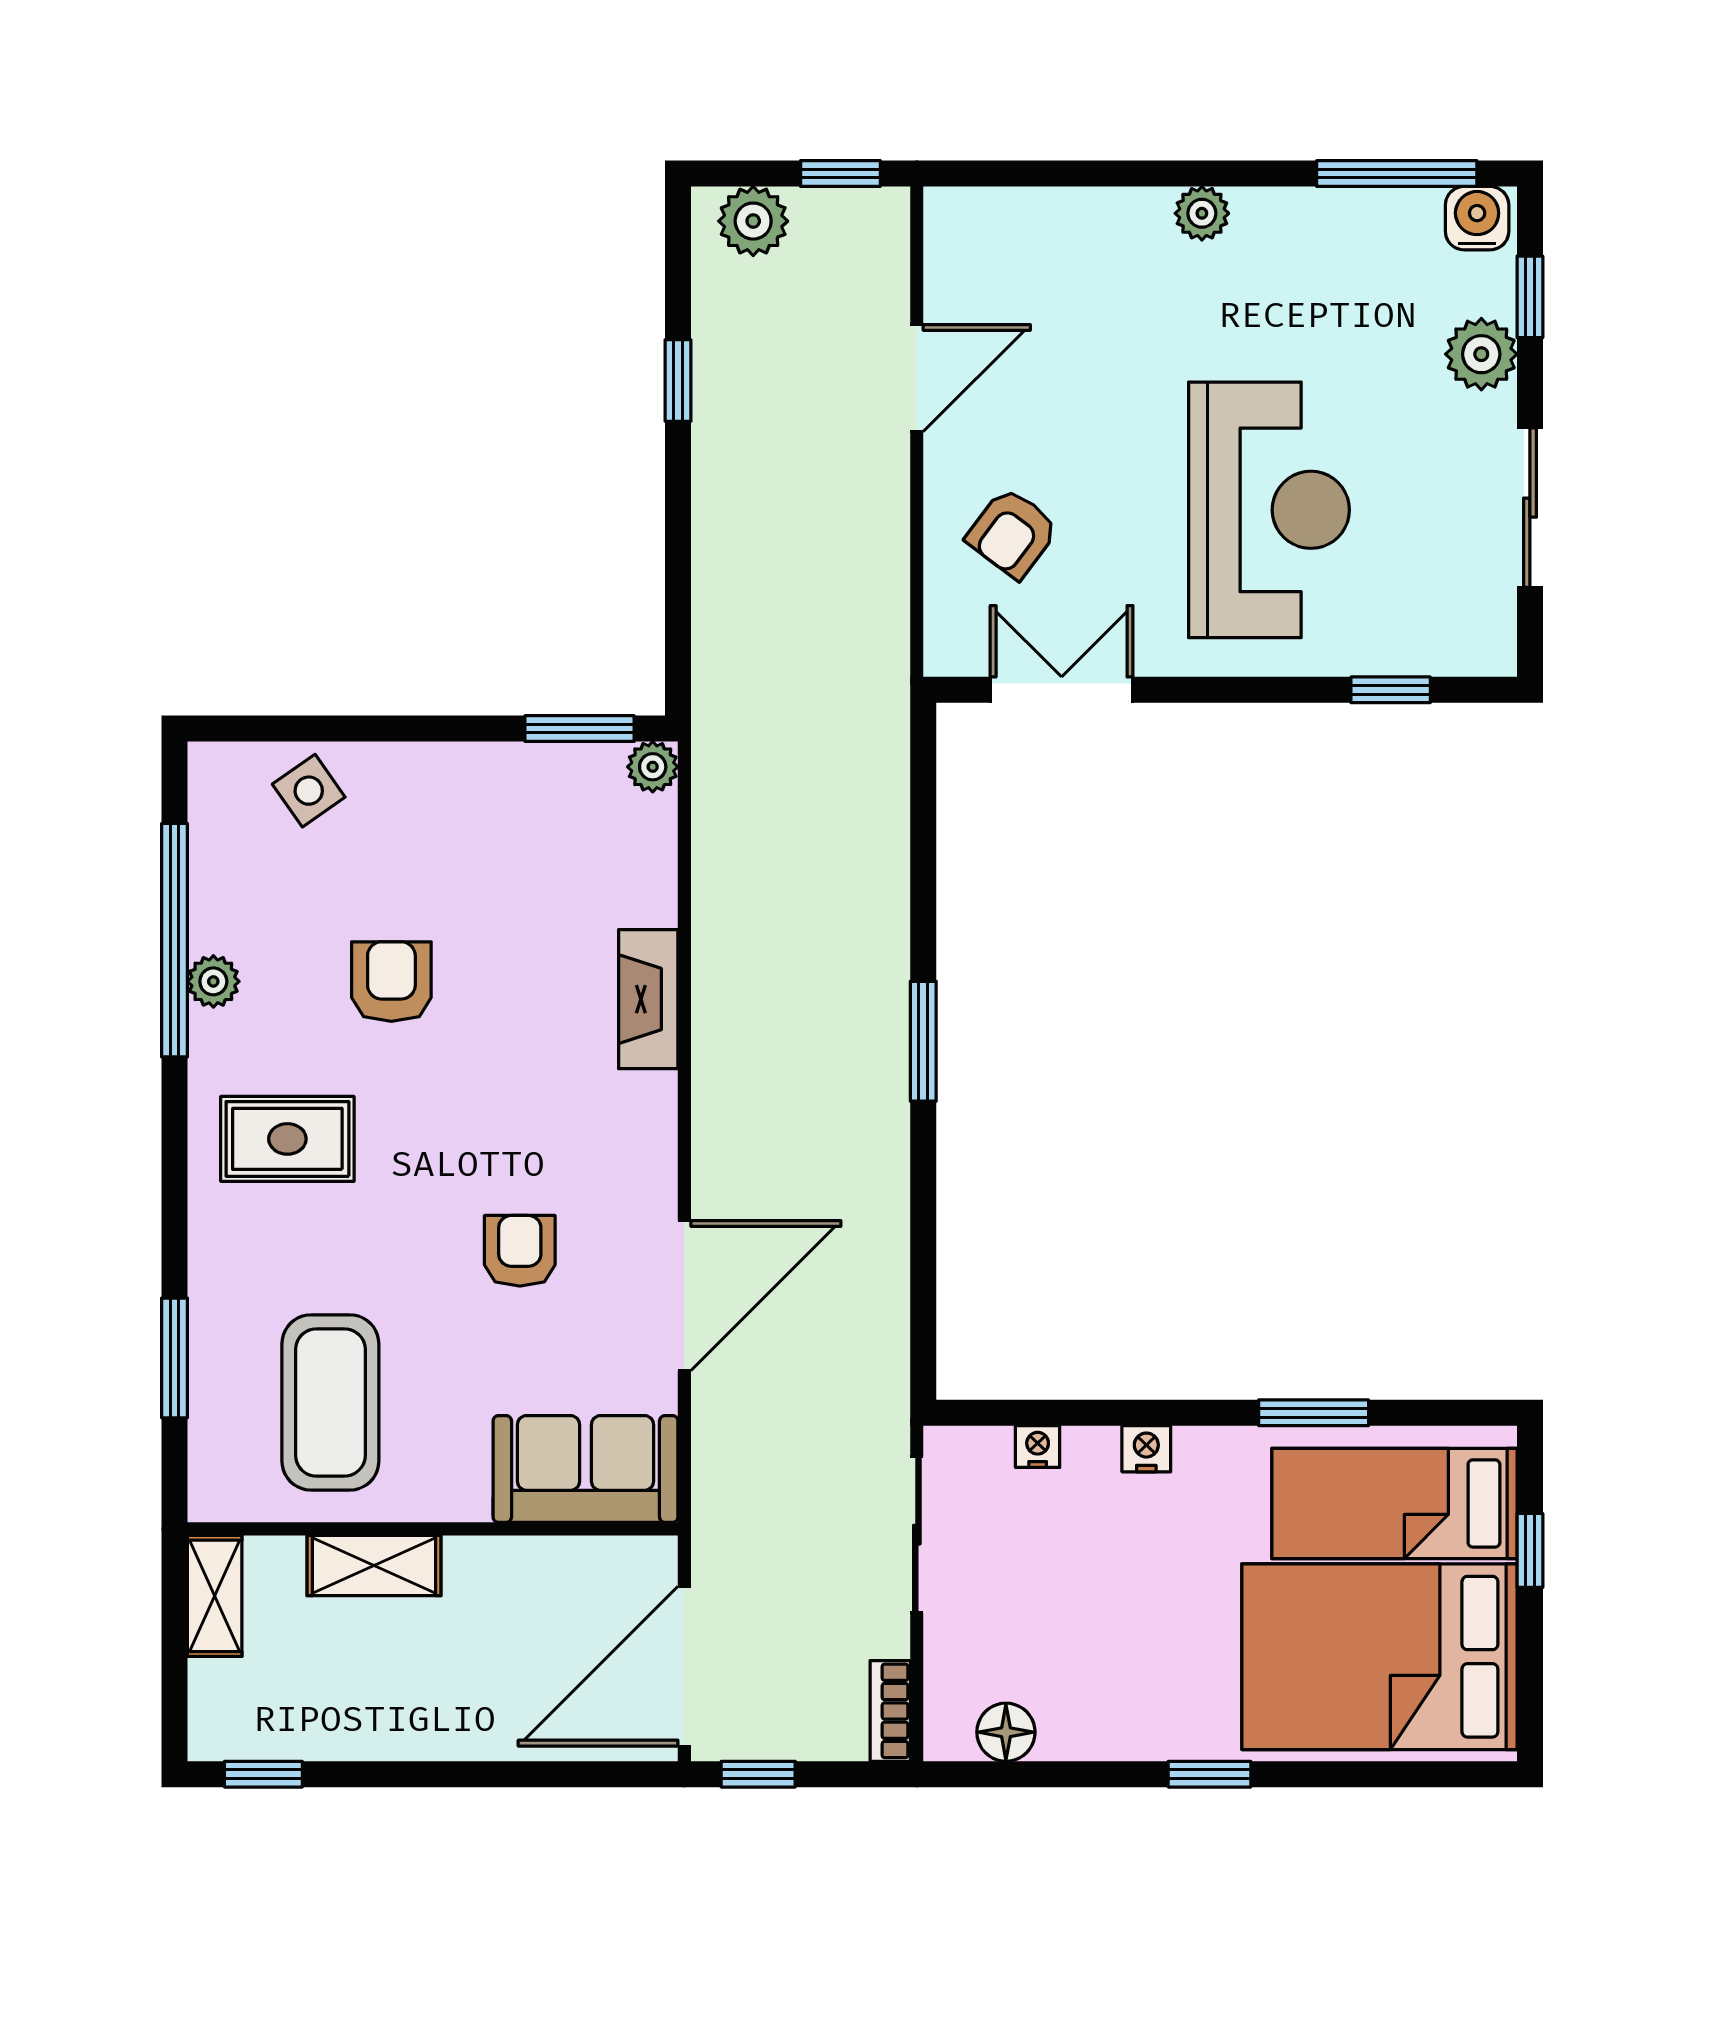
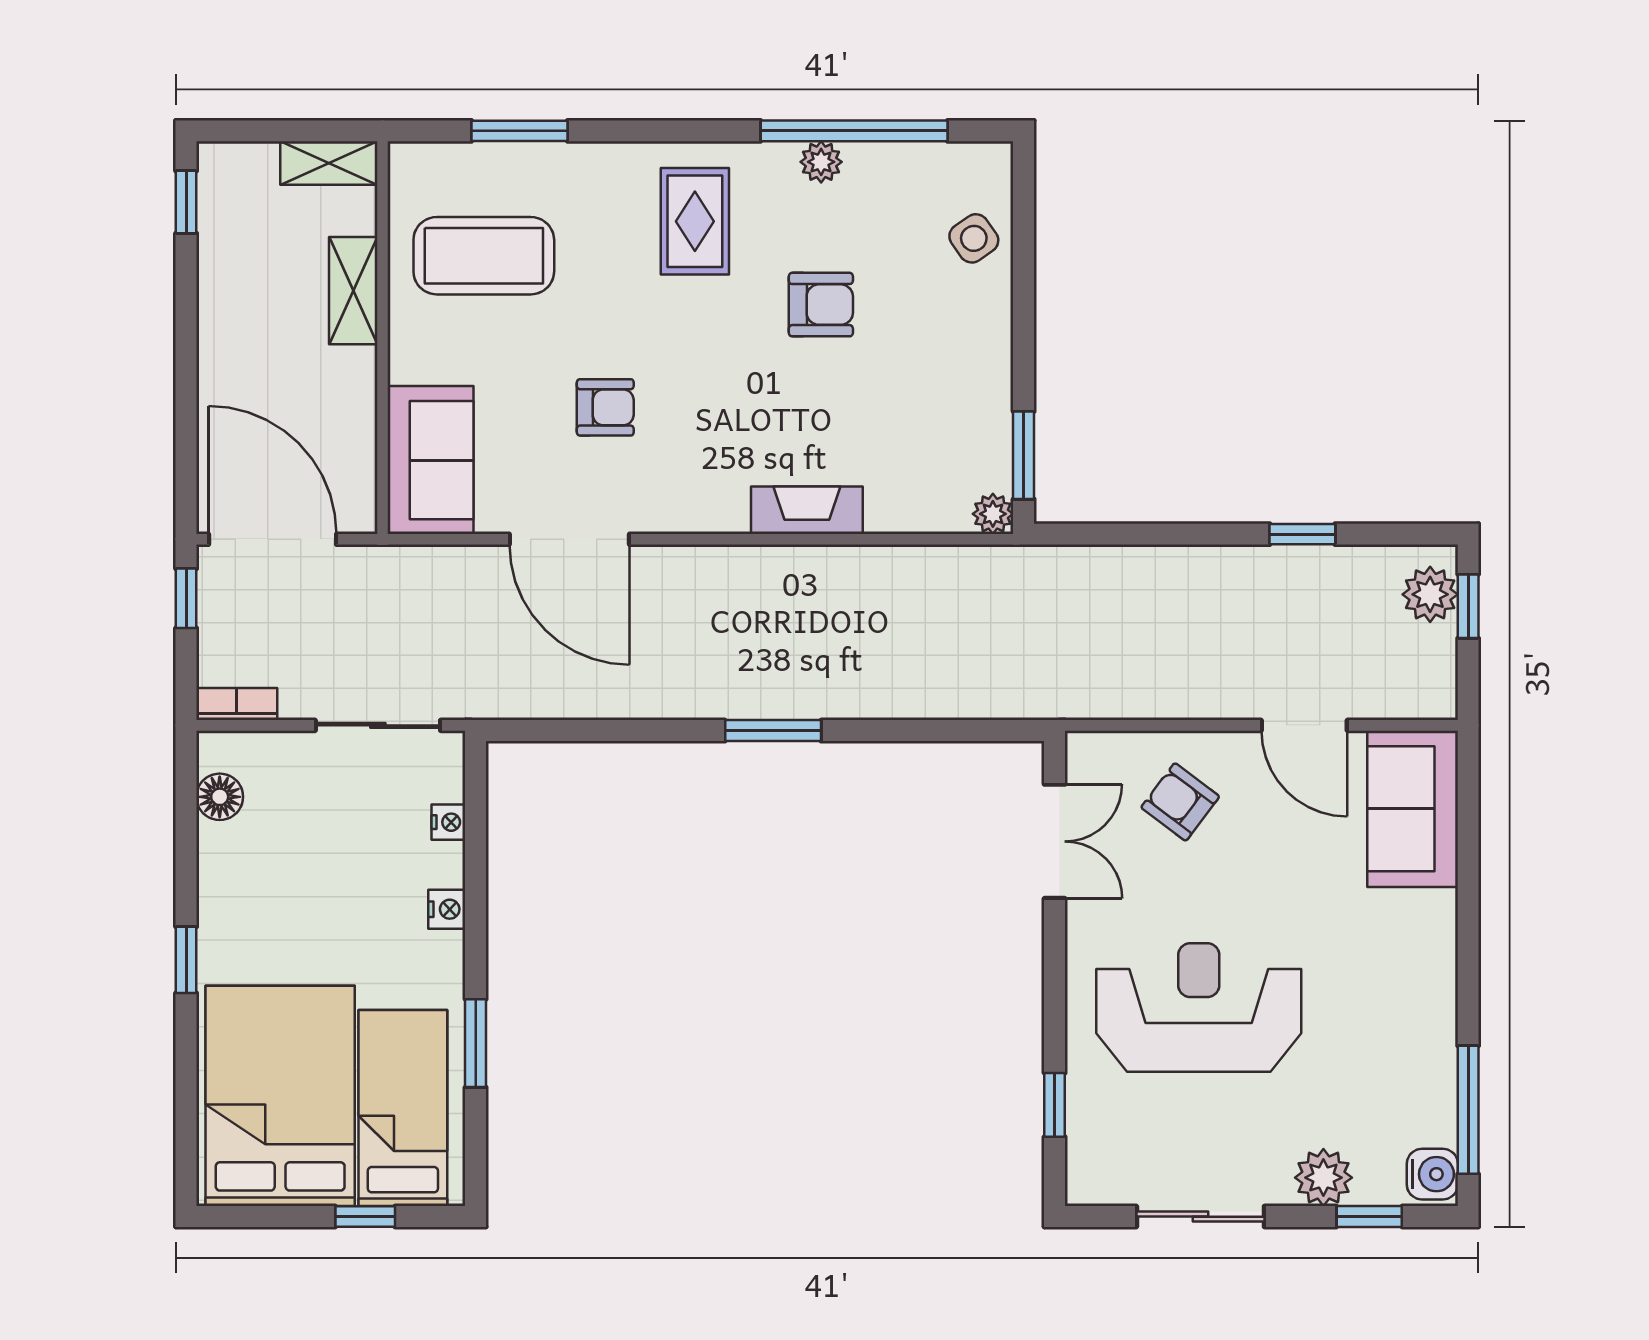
window: (840, 173) -> (1468, 606), moved
plant: (1202, 213) -> (1436, 954), removed
sofa: (1021, 243) -> (1413, 809), added
reception desk: (1269, 510) -> (1199, 1007), turned 180

